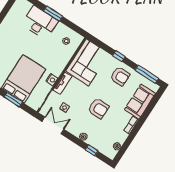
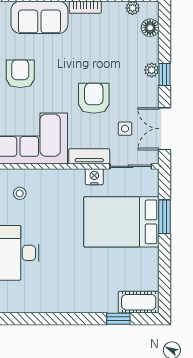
armchair: (98, 108) -> (94, 98), moved
floor lamp: (103, 148) -> (150, 28), added
window: (92, 150) -> (165, 74), moved

